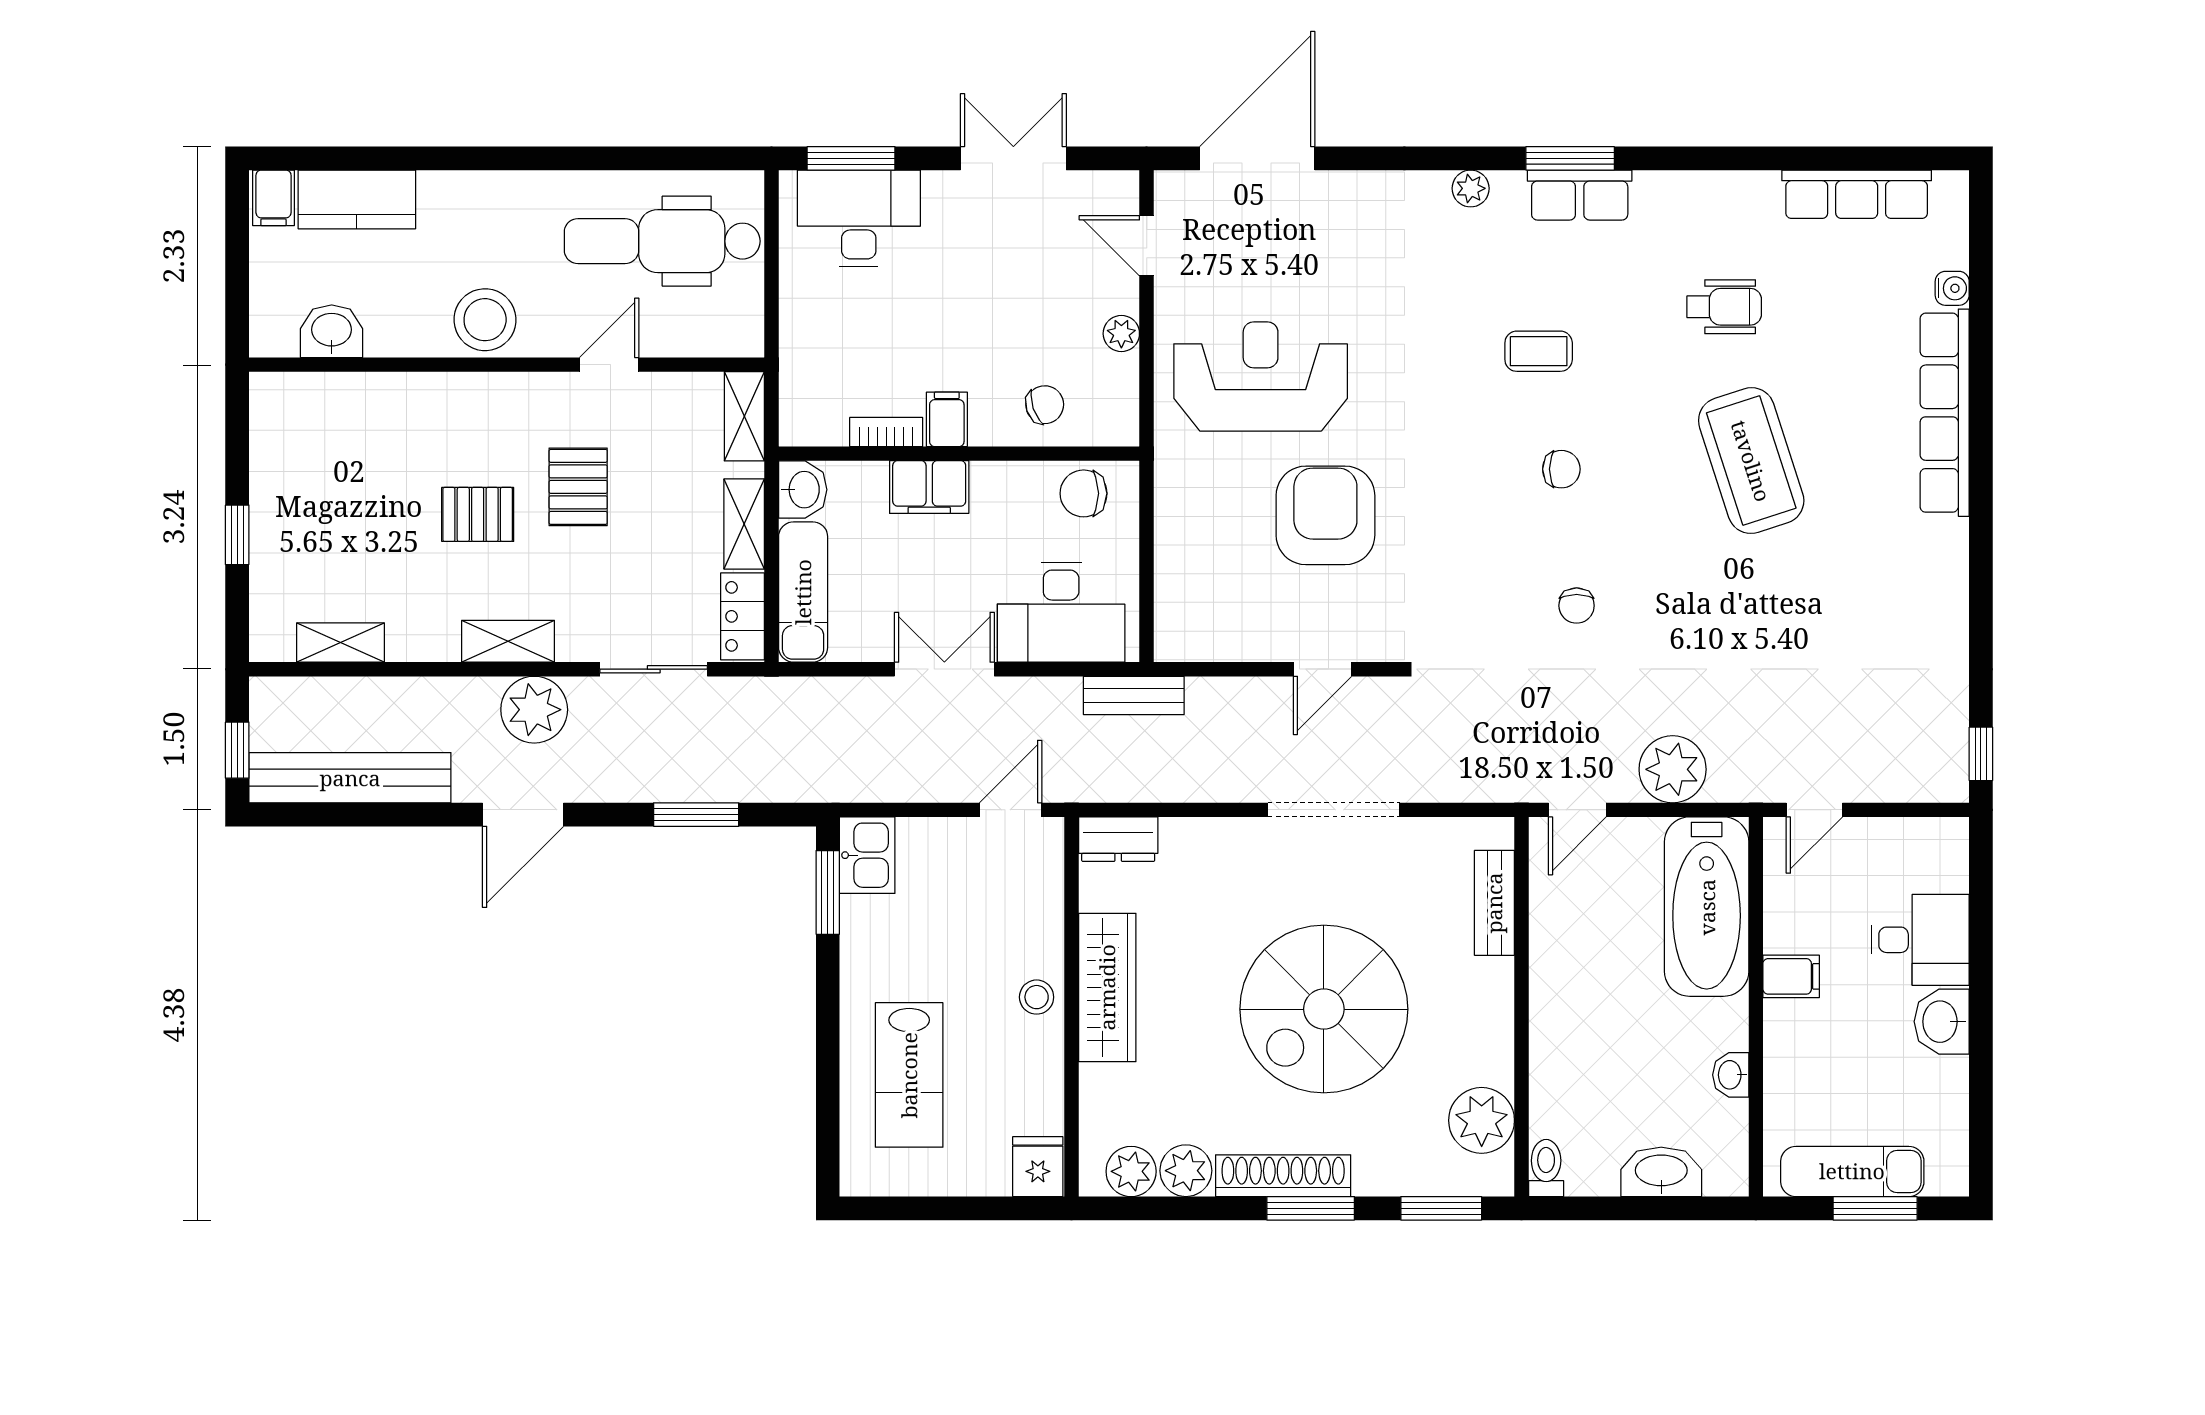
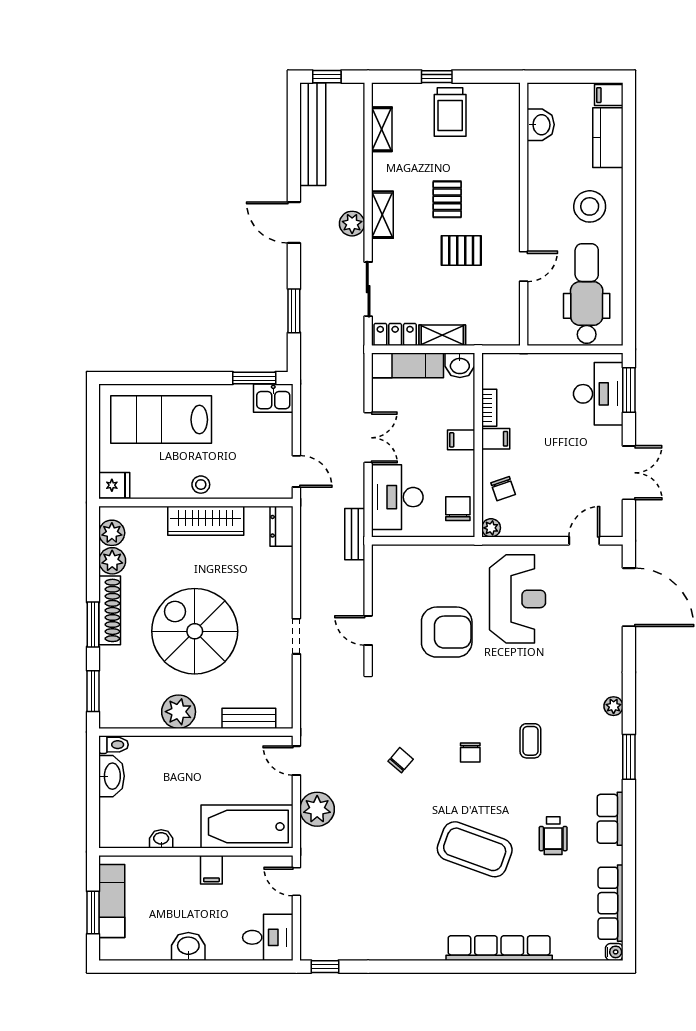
row of seats: (1580, 195) -> (610, 819), moved
water cooler: (1952, 288) -> (614, 952), moved, turned -90
stool: (485, 320) -> (590, 206), moved
plant: (1121, 334) -> (491, 528), moved
door: (609, 365) -> (524, 266), hinge flipped
shelving: (744, 416) -> (497, 335), removed
coffee table: (1751, 461) -> (475, 849), turned 38
filing cabinet: (929, 487) -> (461, 440), width x0.50
trolley: (307, 509) -> (450, 112), added
chair: (1577, 606) -> (401, 760), turned 131
plant: (534, 710) -> (352, 224), width x0.73, depth x0.73
doorway: (1334, 810) -> (296, 636), width x0.53
desk: (1920, 940) -> (268, 937), moved, turned -90
lab bench: (909, 1075) -> (161, 420), width x1.36, depth x1.39
plant: (1482, 1120) -> (179, 712), moved
washbasin: (1661, 1172) -> (112, 776), moved

